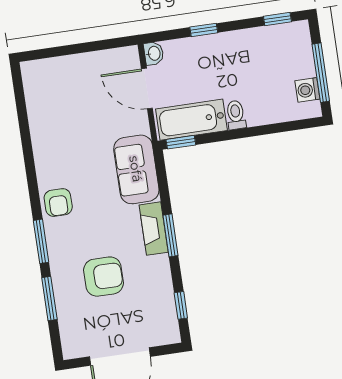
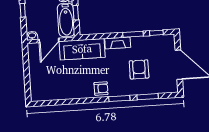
window: (181, 142) -> (76, 13), moved
sofa: (136, 169) -> (82, 49), width x1.36
window: (170, 235) -> (133, 34), moved

